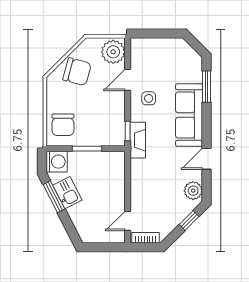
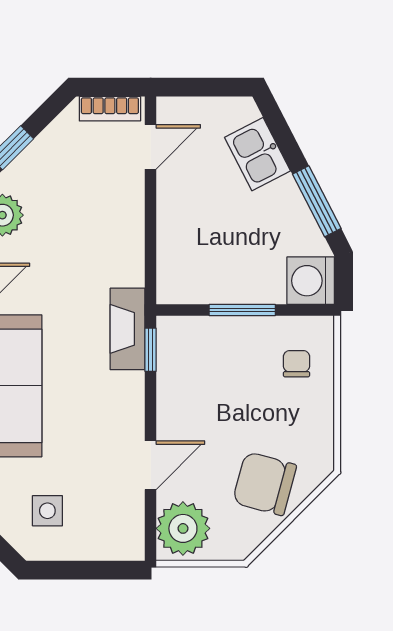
side table: (149, 98) -> (47, 511), moved
chair: (63, 125) -> (296, 364), width x0.54, depth x0.54
kitchen sink: (67, 193) -> (258, 154), moved

